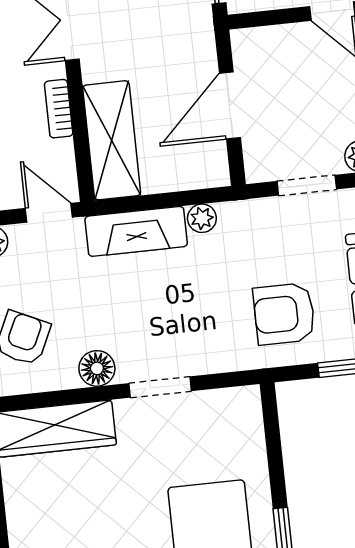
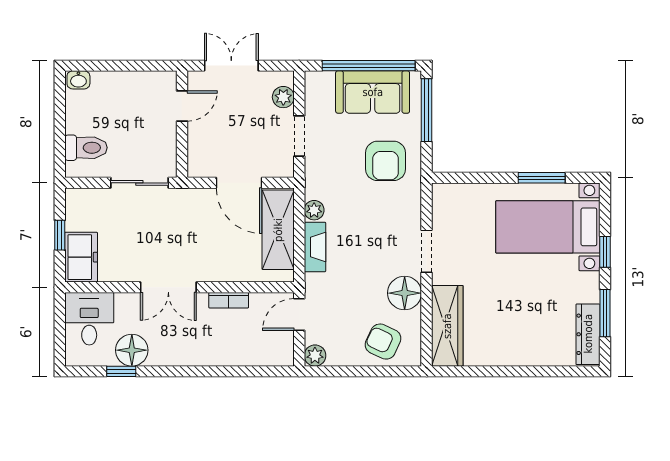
shelving: (112, 140) -> (278, 230), moved, turned 90
fireplace: (136, 231) -> (315, 247), width x0.73, depth x0.76
floor lamp: (97, 368) -> (405, 293), width x1.38, depth x1.38

